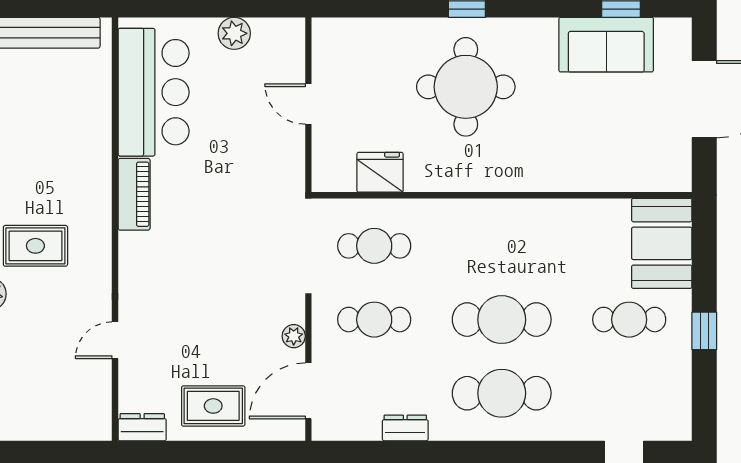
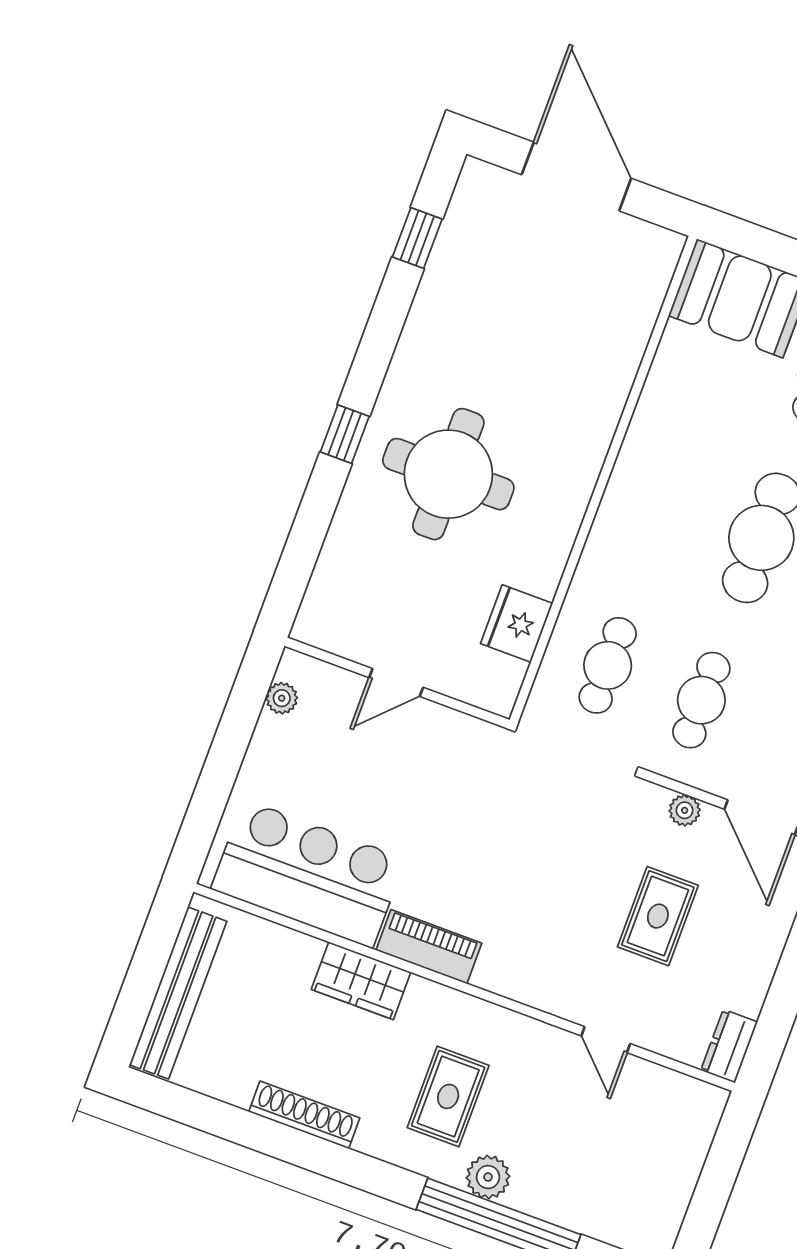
plant: (234, 33) -> (282, 698), moved, width x0.73, depth x0.73
sofa: (606, 45) -> (461, 276), removed
wardrobe: (93, 156) -> (361, 981), added
rug: (213, 406) -> (658, 916), moved

